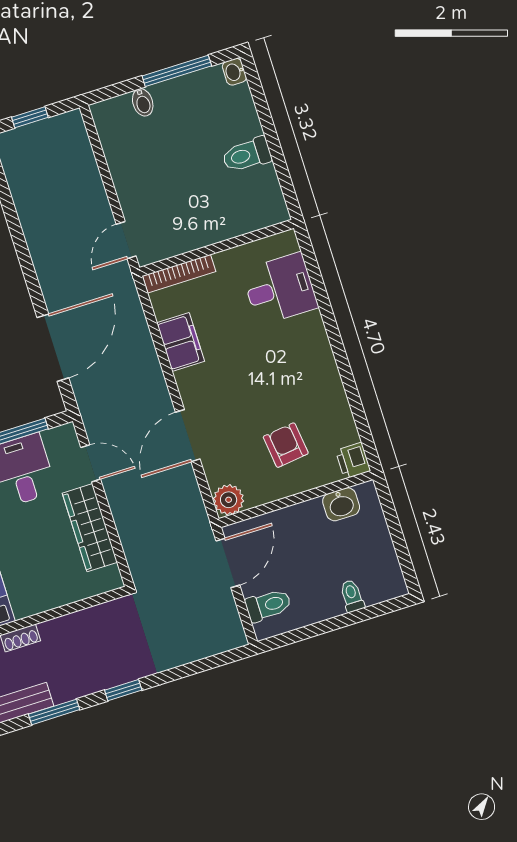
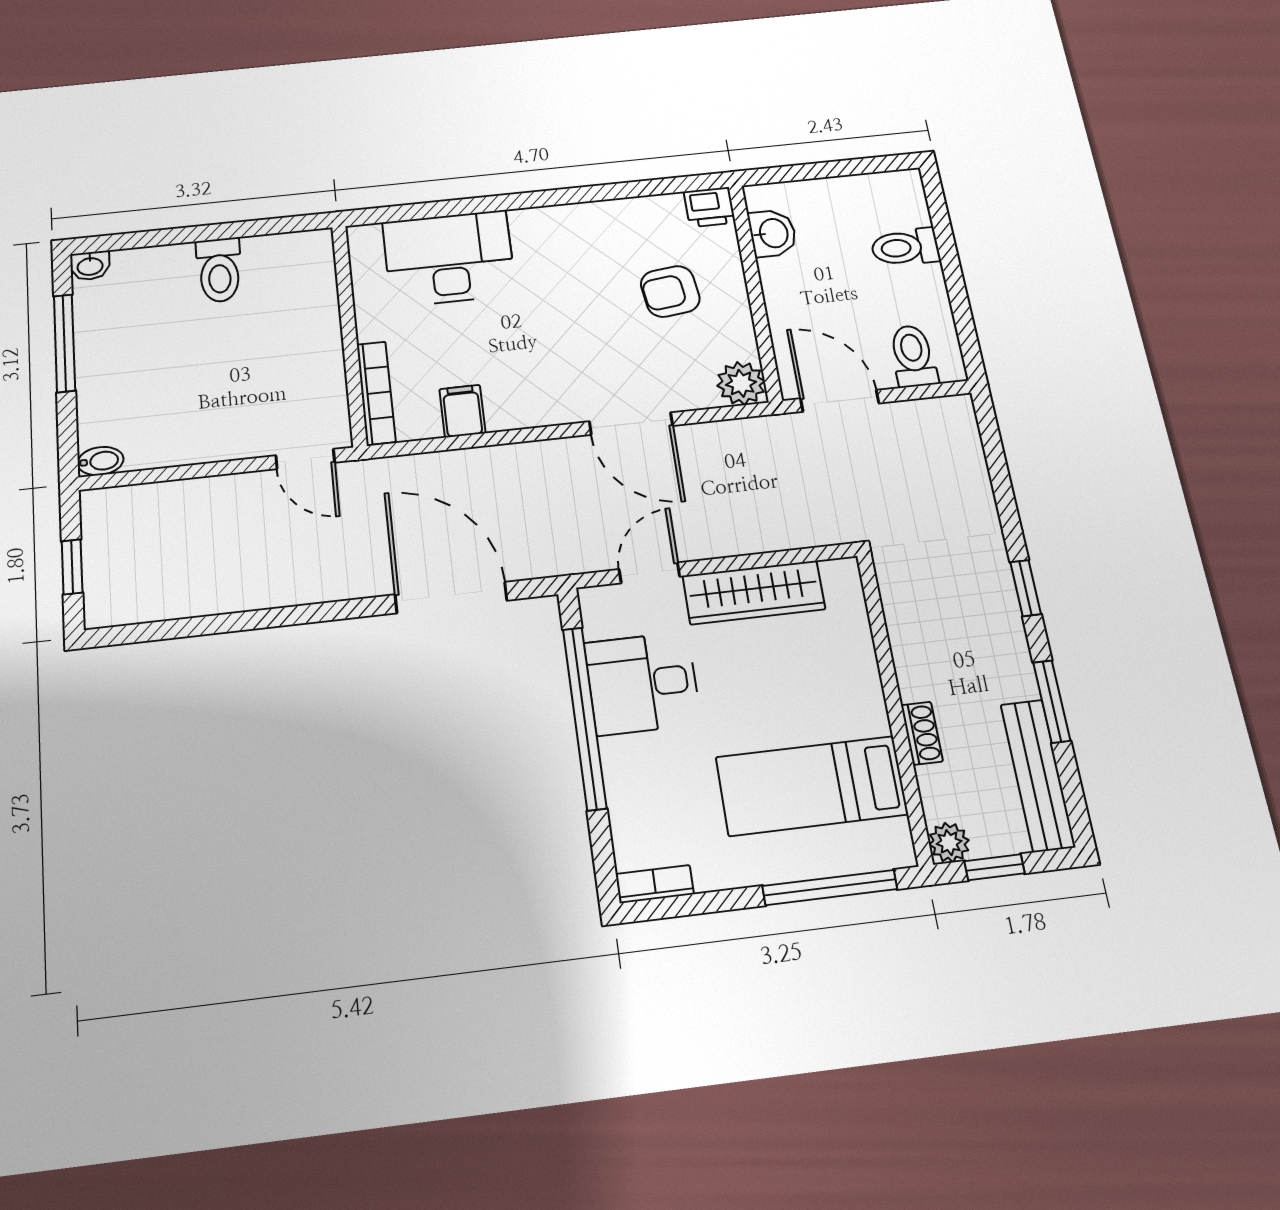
bidet: (143, 102) -> (100, 461), moved
desk: (280, 289) -> (449, 258), width x1.37
filing cabinet: (181, 342) -> (462, 411), width x0.50
toilet: (352, 596) -> (905, 247), width x1.37, depth x1.39

